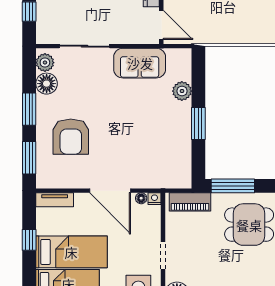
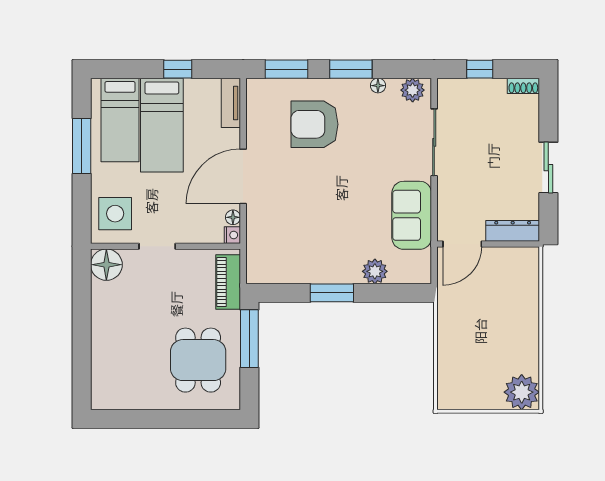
floor lamp: (47, 84) -> (378, 86), width x0.53, depth x0.53

